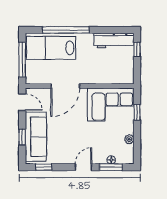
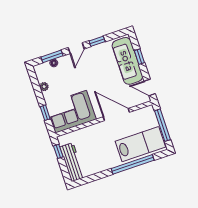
workbench: (114, 40) -> (72, 162), moved, turned 90
window: (137, 49) -> (58, 151), moved
door: (65, 86) -> (116, 115), hinge flipped
window: (44, 167) -> (97, 41), moved

